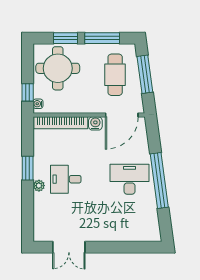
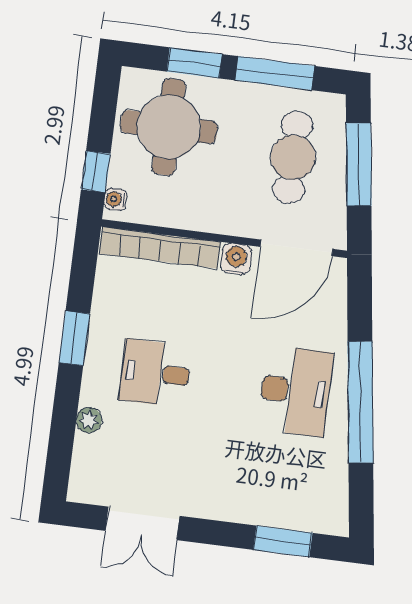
desk: (130, 179) -> (295, 391), turned 90
plant: (39, 186) -> (89, 420), moved
window: (133, 247) -> (283, 541), added

